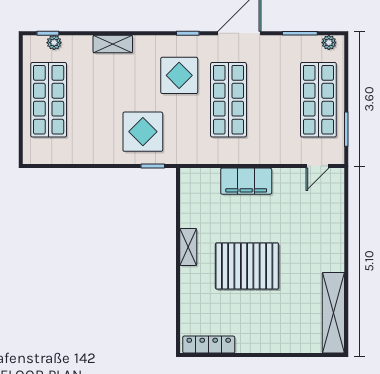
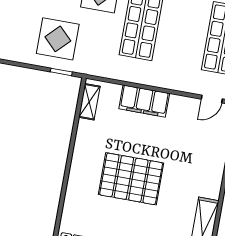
shelving: (188, 247) -> (89, 102), moved

